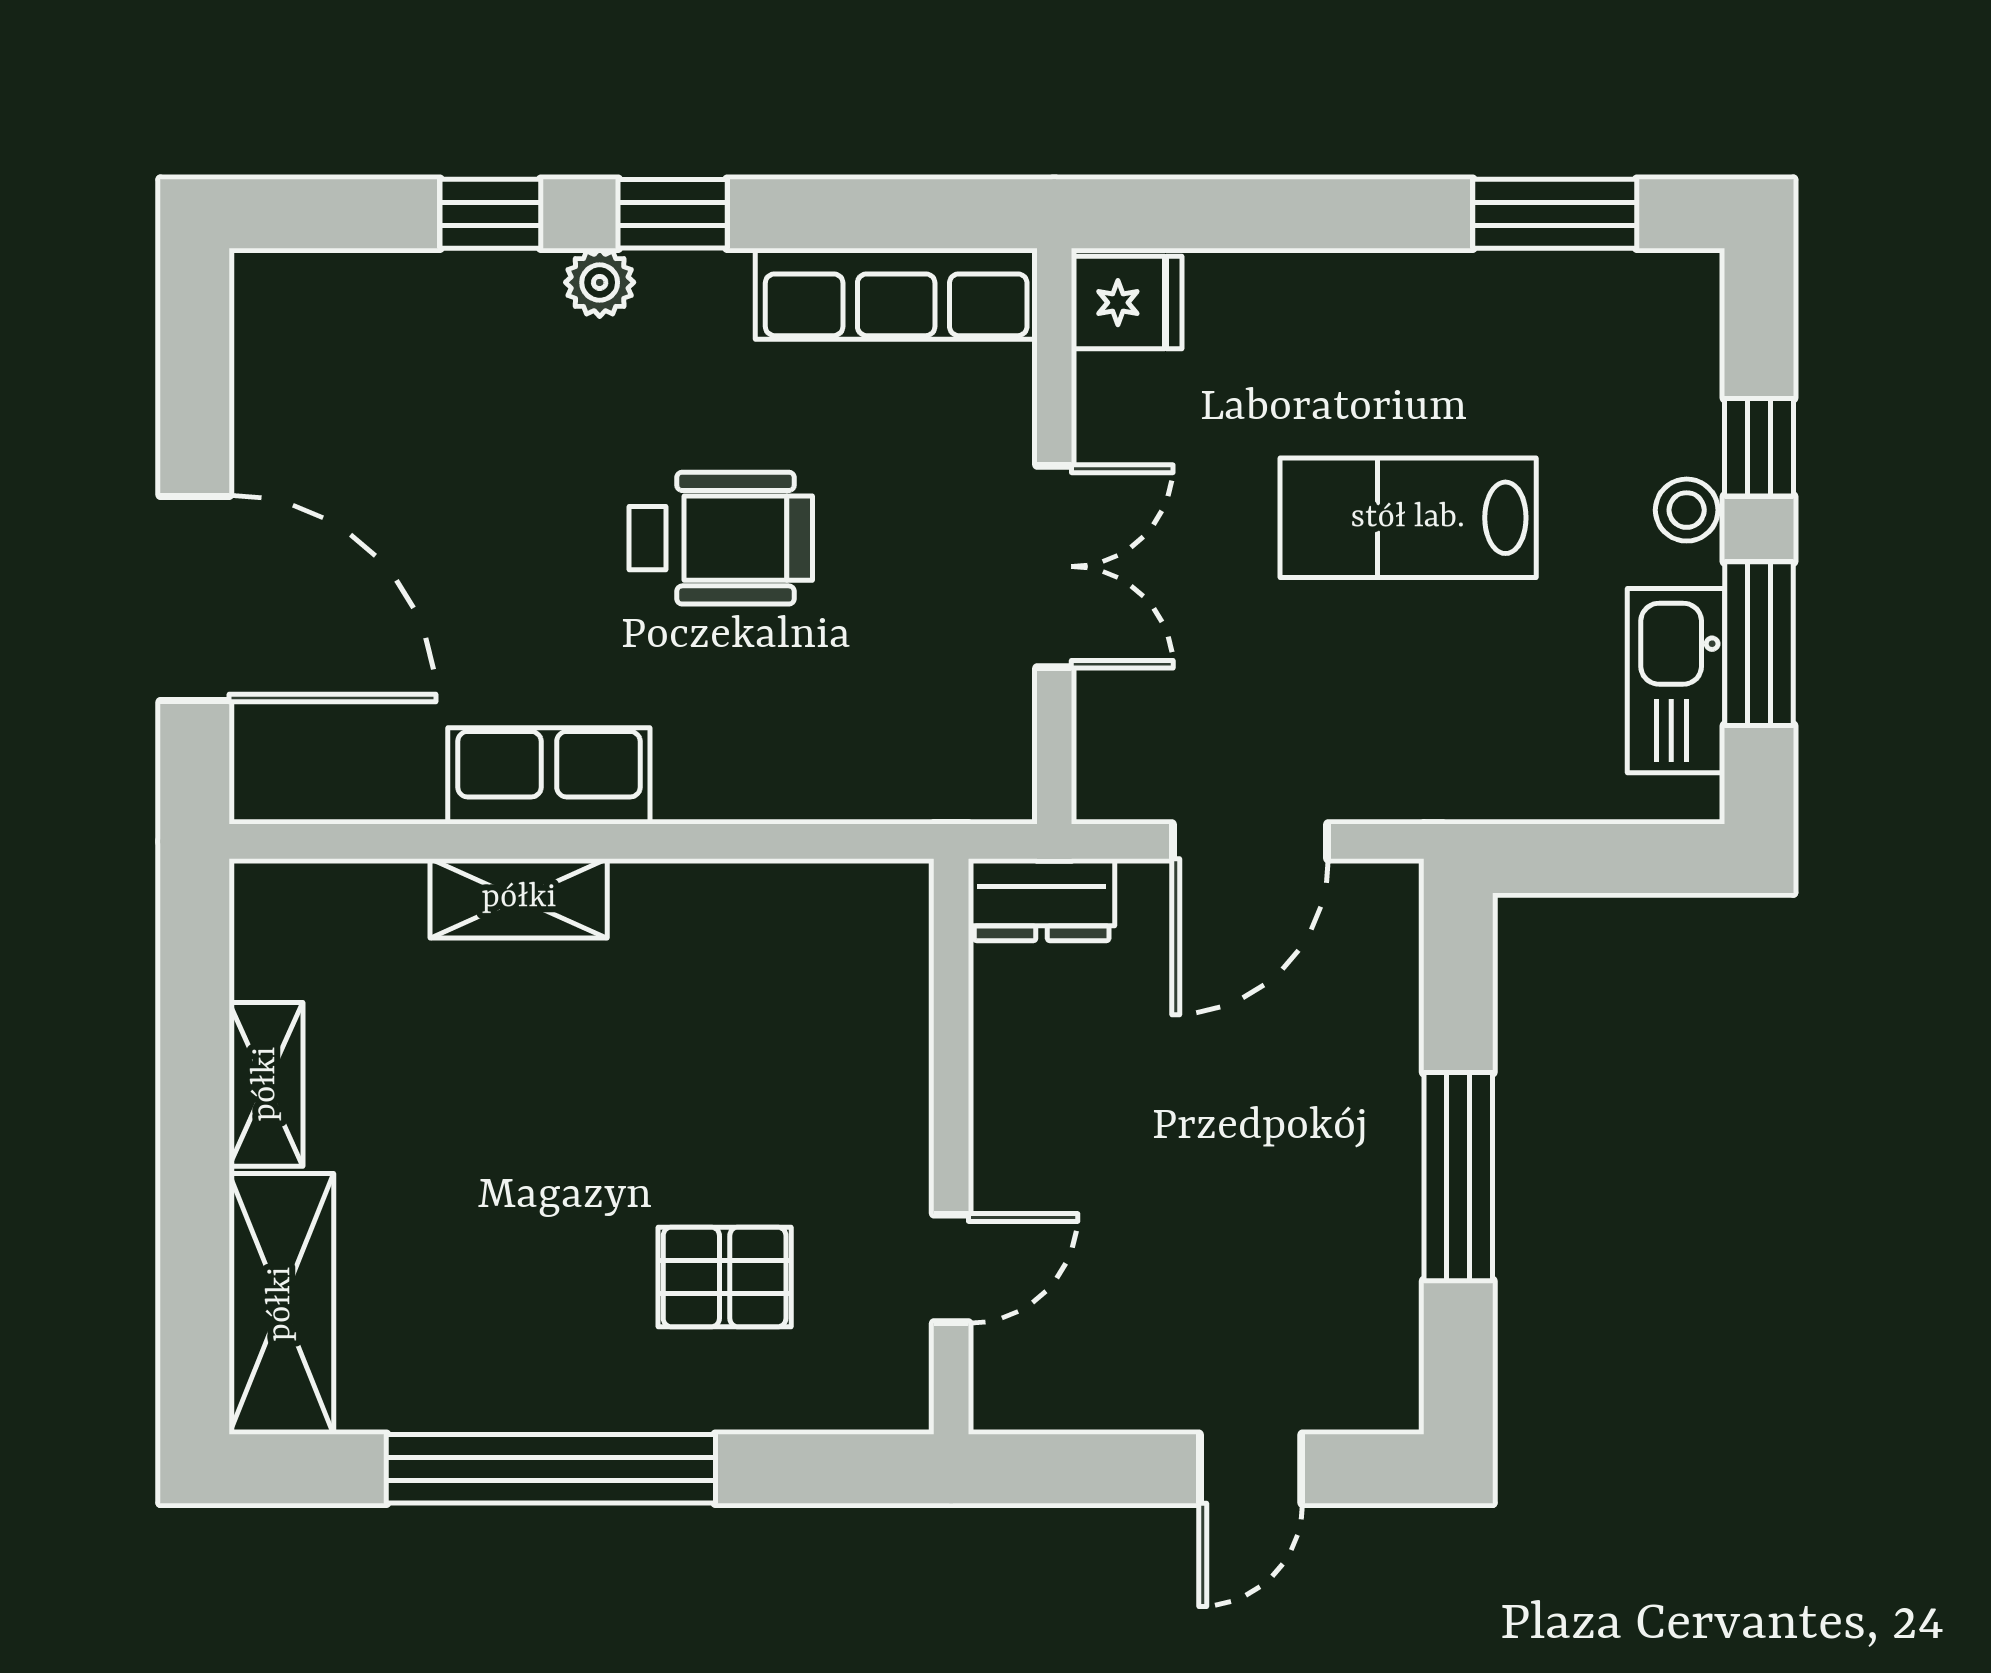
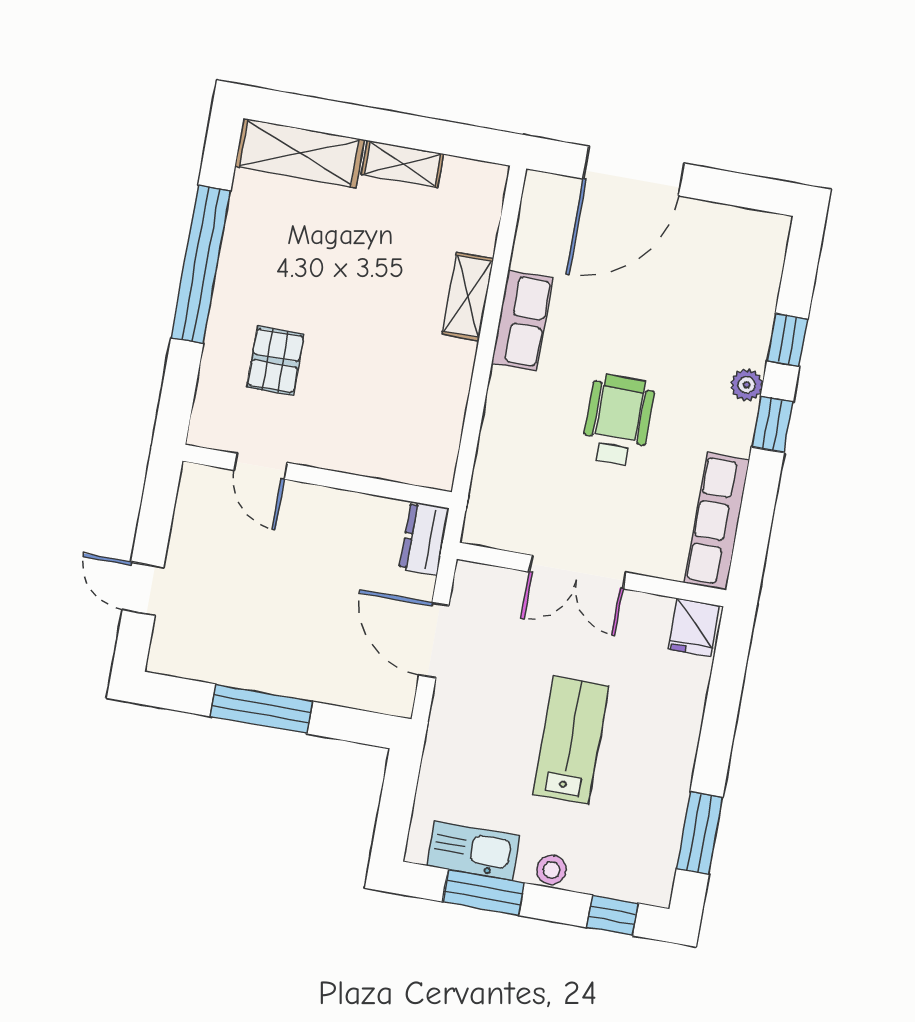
window: (1759, 447) -> (612, 915), moved
wheelchair: (721, 538) -> (618, 420), turned 180

